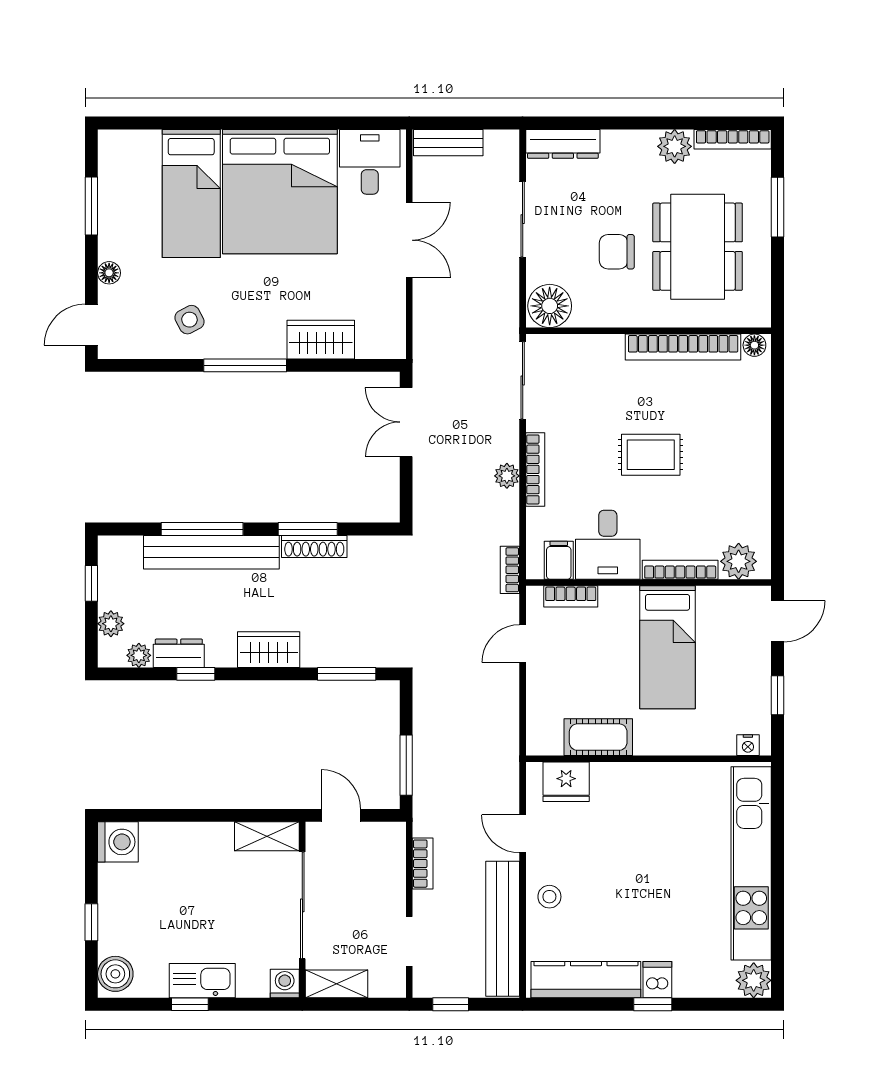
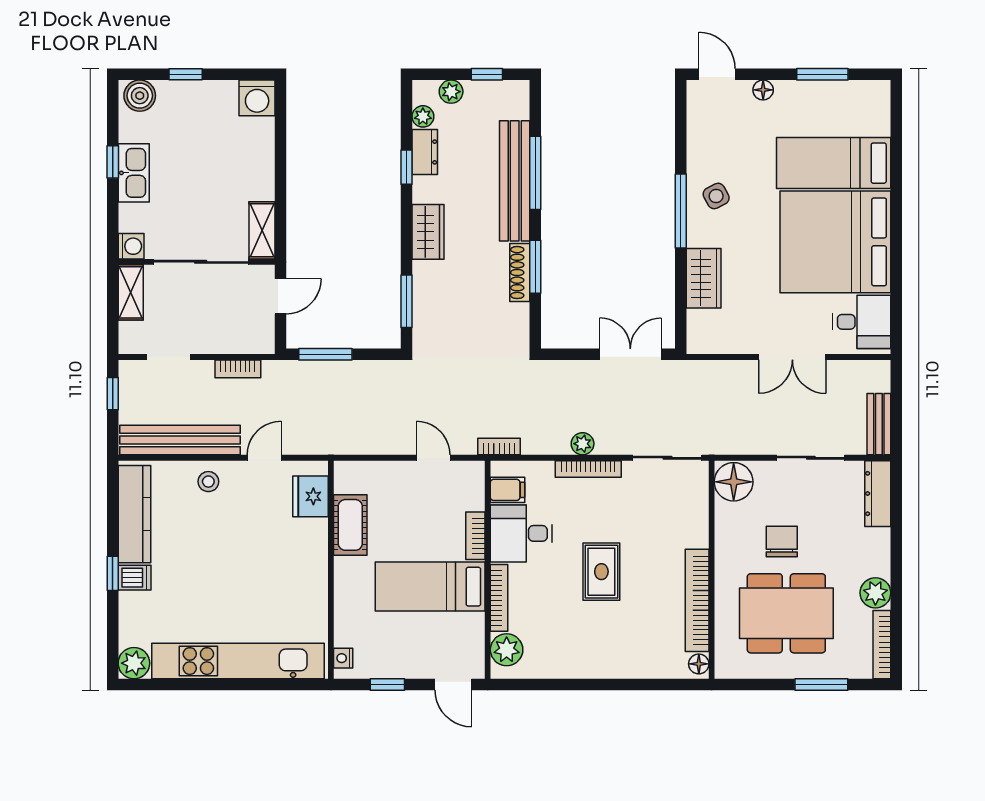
bench: (448, 143) -> (879, 424), moved
side table: (189, 320) -> (716, 196), moved
bookcase: (571, 596) -> (475, 536), moved

